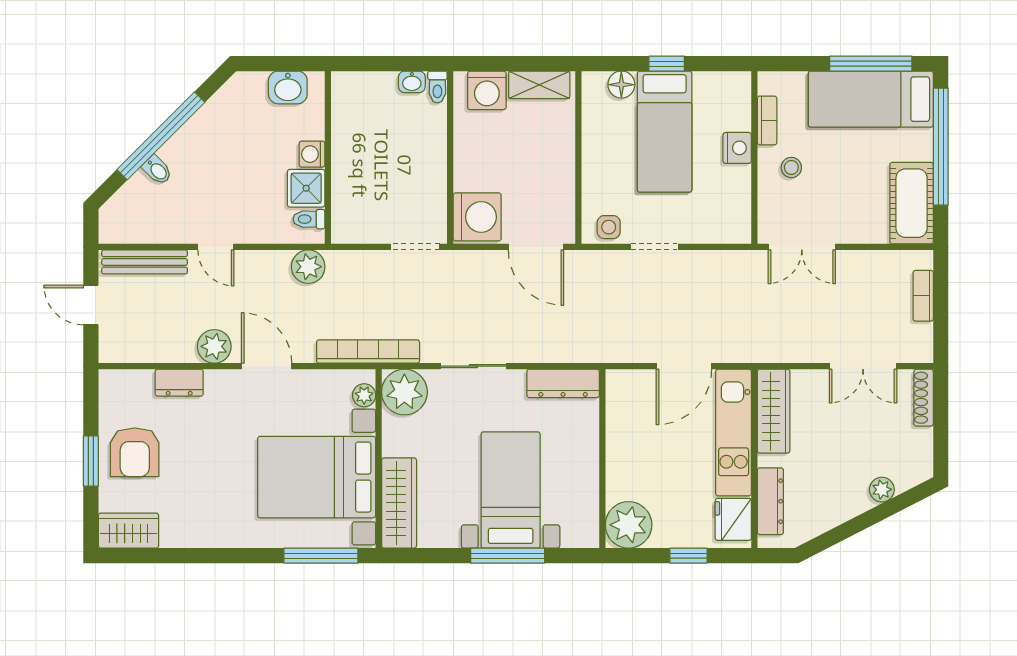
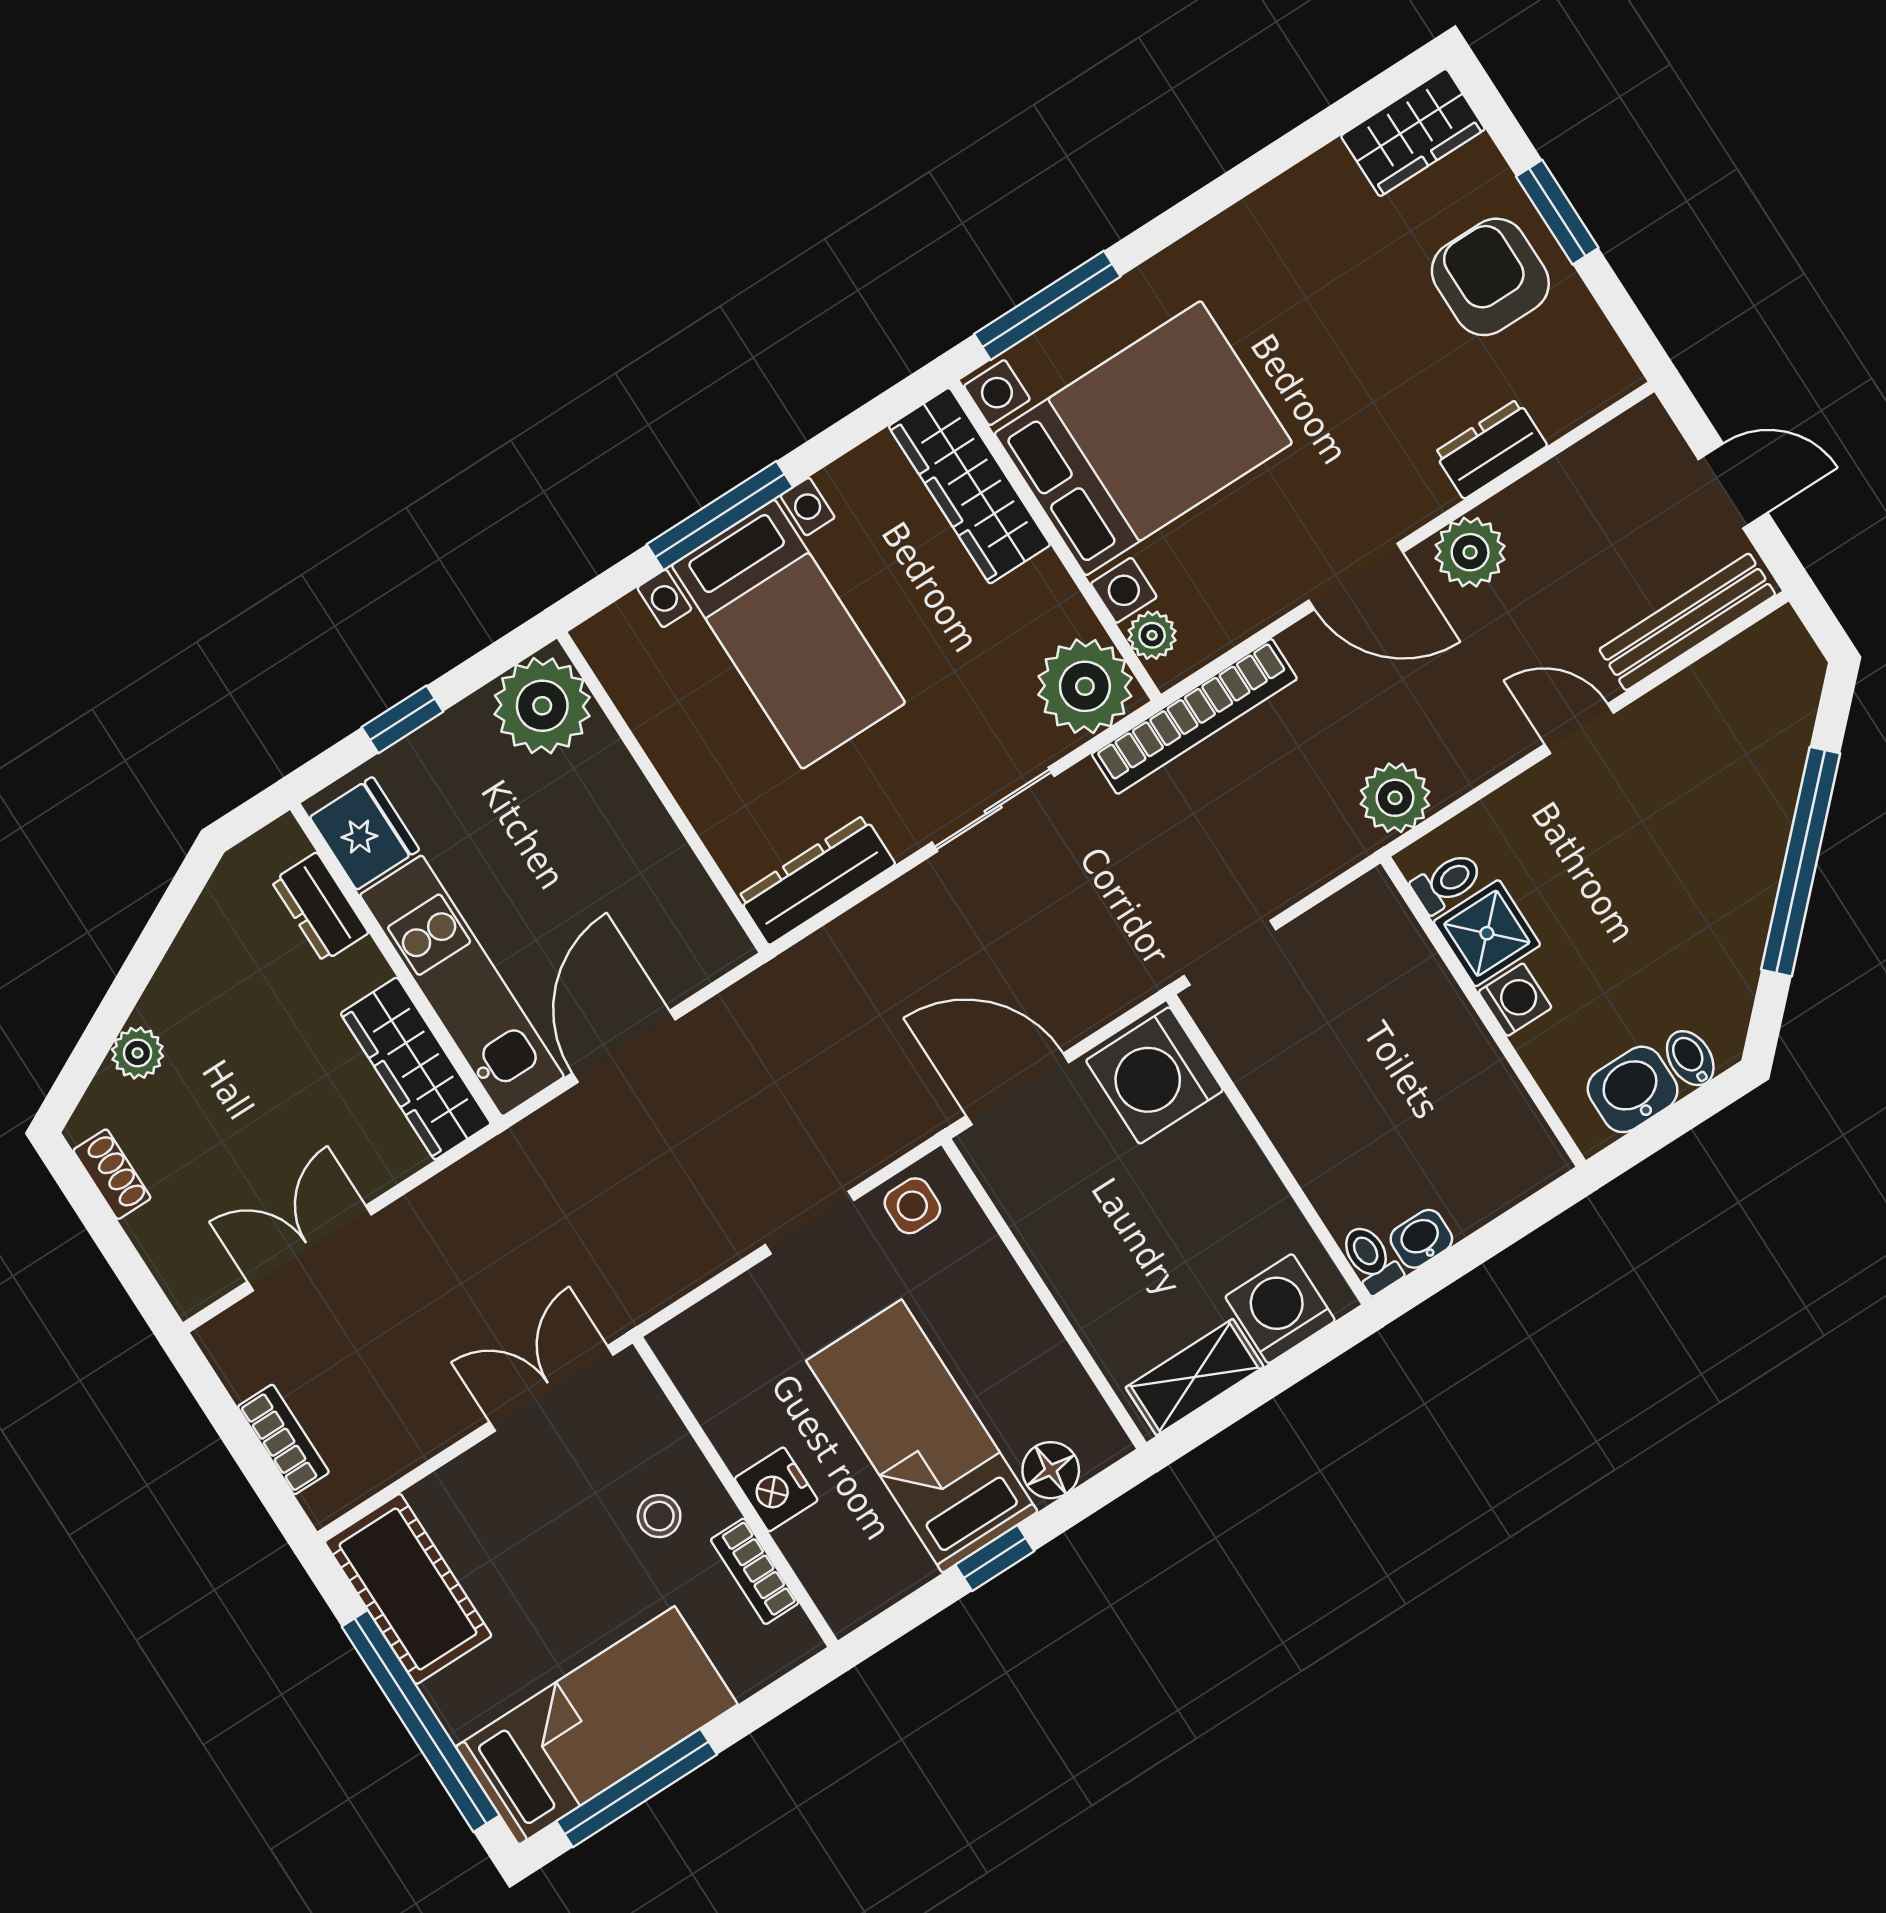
bidet: (157, 170) -> (1690, 1058), moved, turned 45
shoe rack: (924, 398) -> (112, 1174), moved, width x0.70
dresser: (770, 501) -> (320, 907), width x0.70

